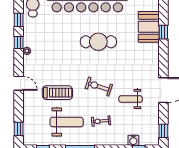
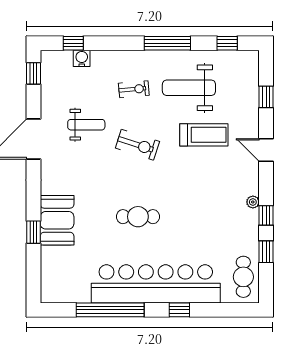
booth: (149, 27) -> (57, 220), moved
cafe table: (98, 42) -> (138, 217), width x0.73, depth x0.74
treadmill: (57, 93) -> (204, 135), turned 180
window: (19, 129) -> (266, 97), moved

